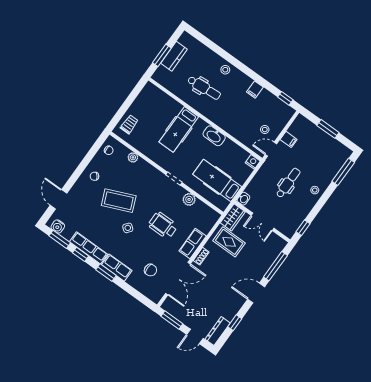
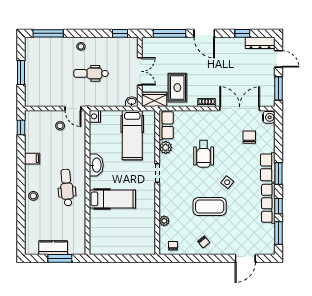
dental chair: (204, 88) -> (67, 187), moved
trolley: (129, 124) -> (138, 244), removed
filing cabinet: (289, 139) -> (54, 100), removed
coffee table: (119, 201) -> (210, 206), turned -67
water cooler: (58, 226) -> (269, 117), moved
row of seats: (193, 244) -> (166, 125), moved, turned -90

